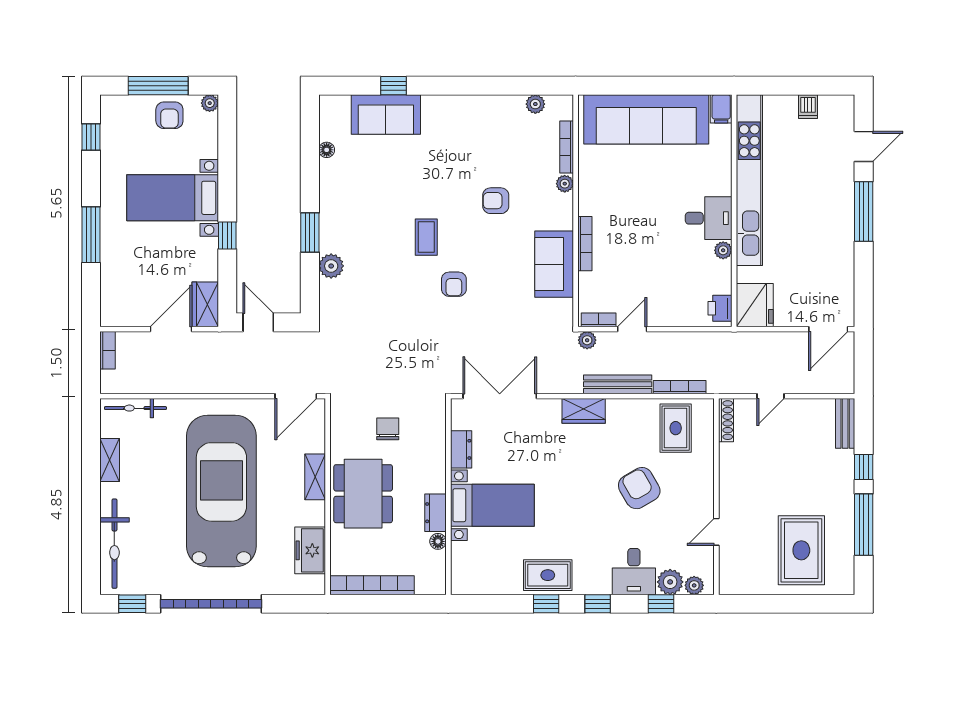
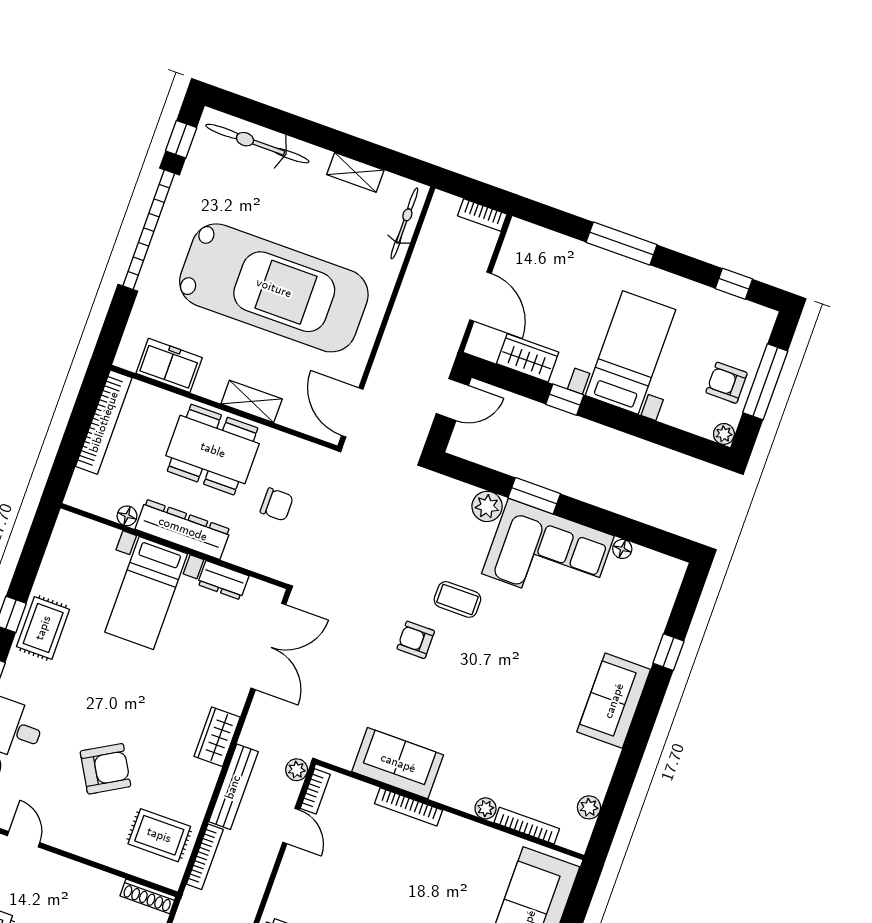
sofa: (386, 114) -> (614, 701), moved
armchair: (496, 201) -> (494, 722), removed
corner sofa: (352, 206) -> (548, 555), added
coffee table: (426, 237) -> (457, 599), moved
wardrobe: (205, 304) -> (528, 358), moved
dresser: (435, 513) -> (183, 529), width x1.96, depth x1.24

